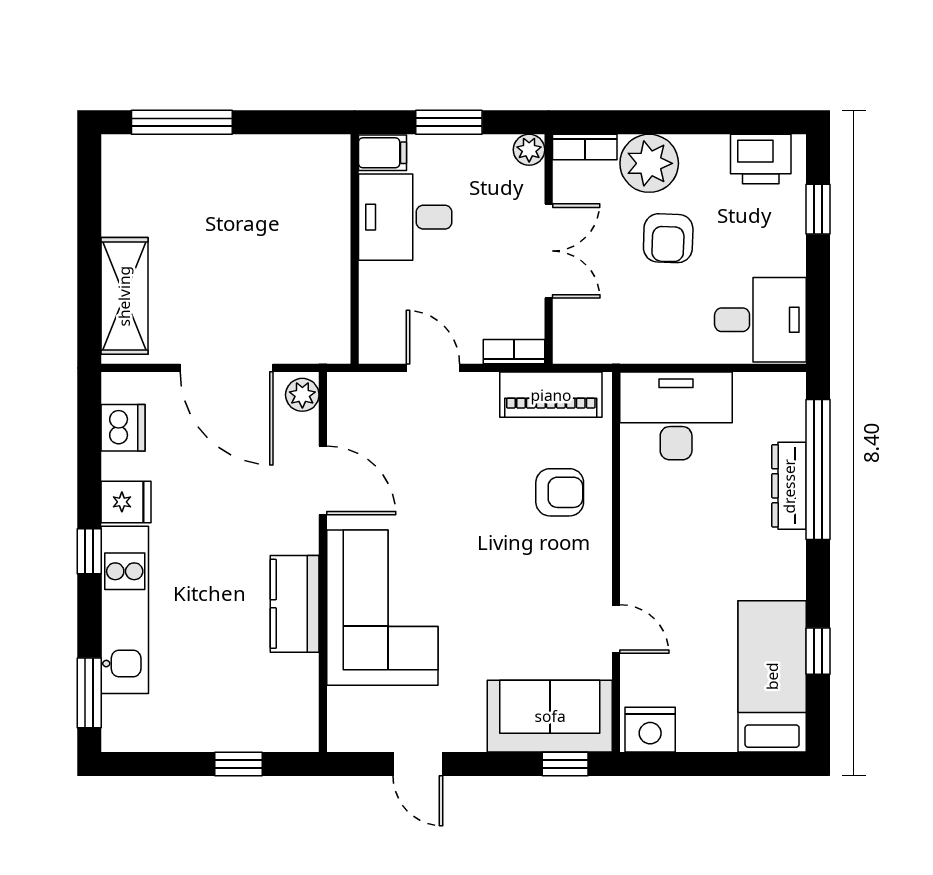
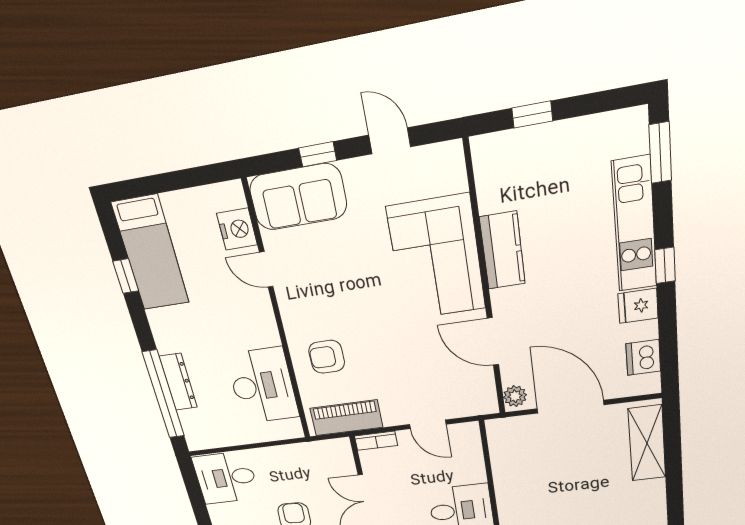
desk: (676, 416) -> (262, 386), moved, turned -90
nightstand: (650, 730) -> (237, 229), moved, turned 90
window: (565, 764) -> (318, 154), moved

